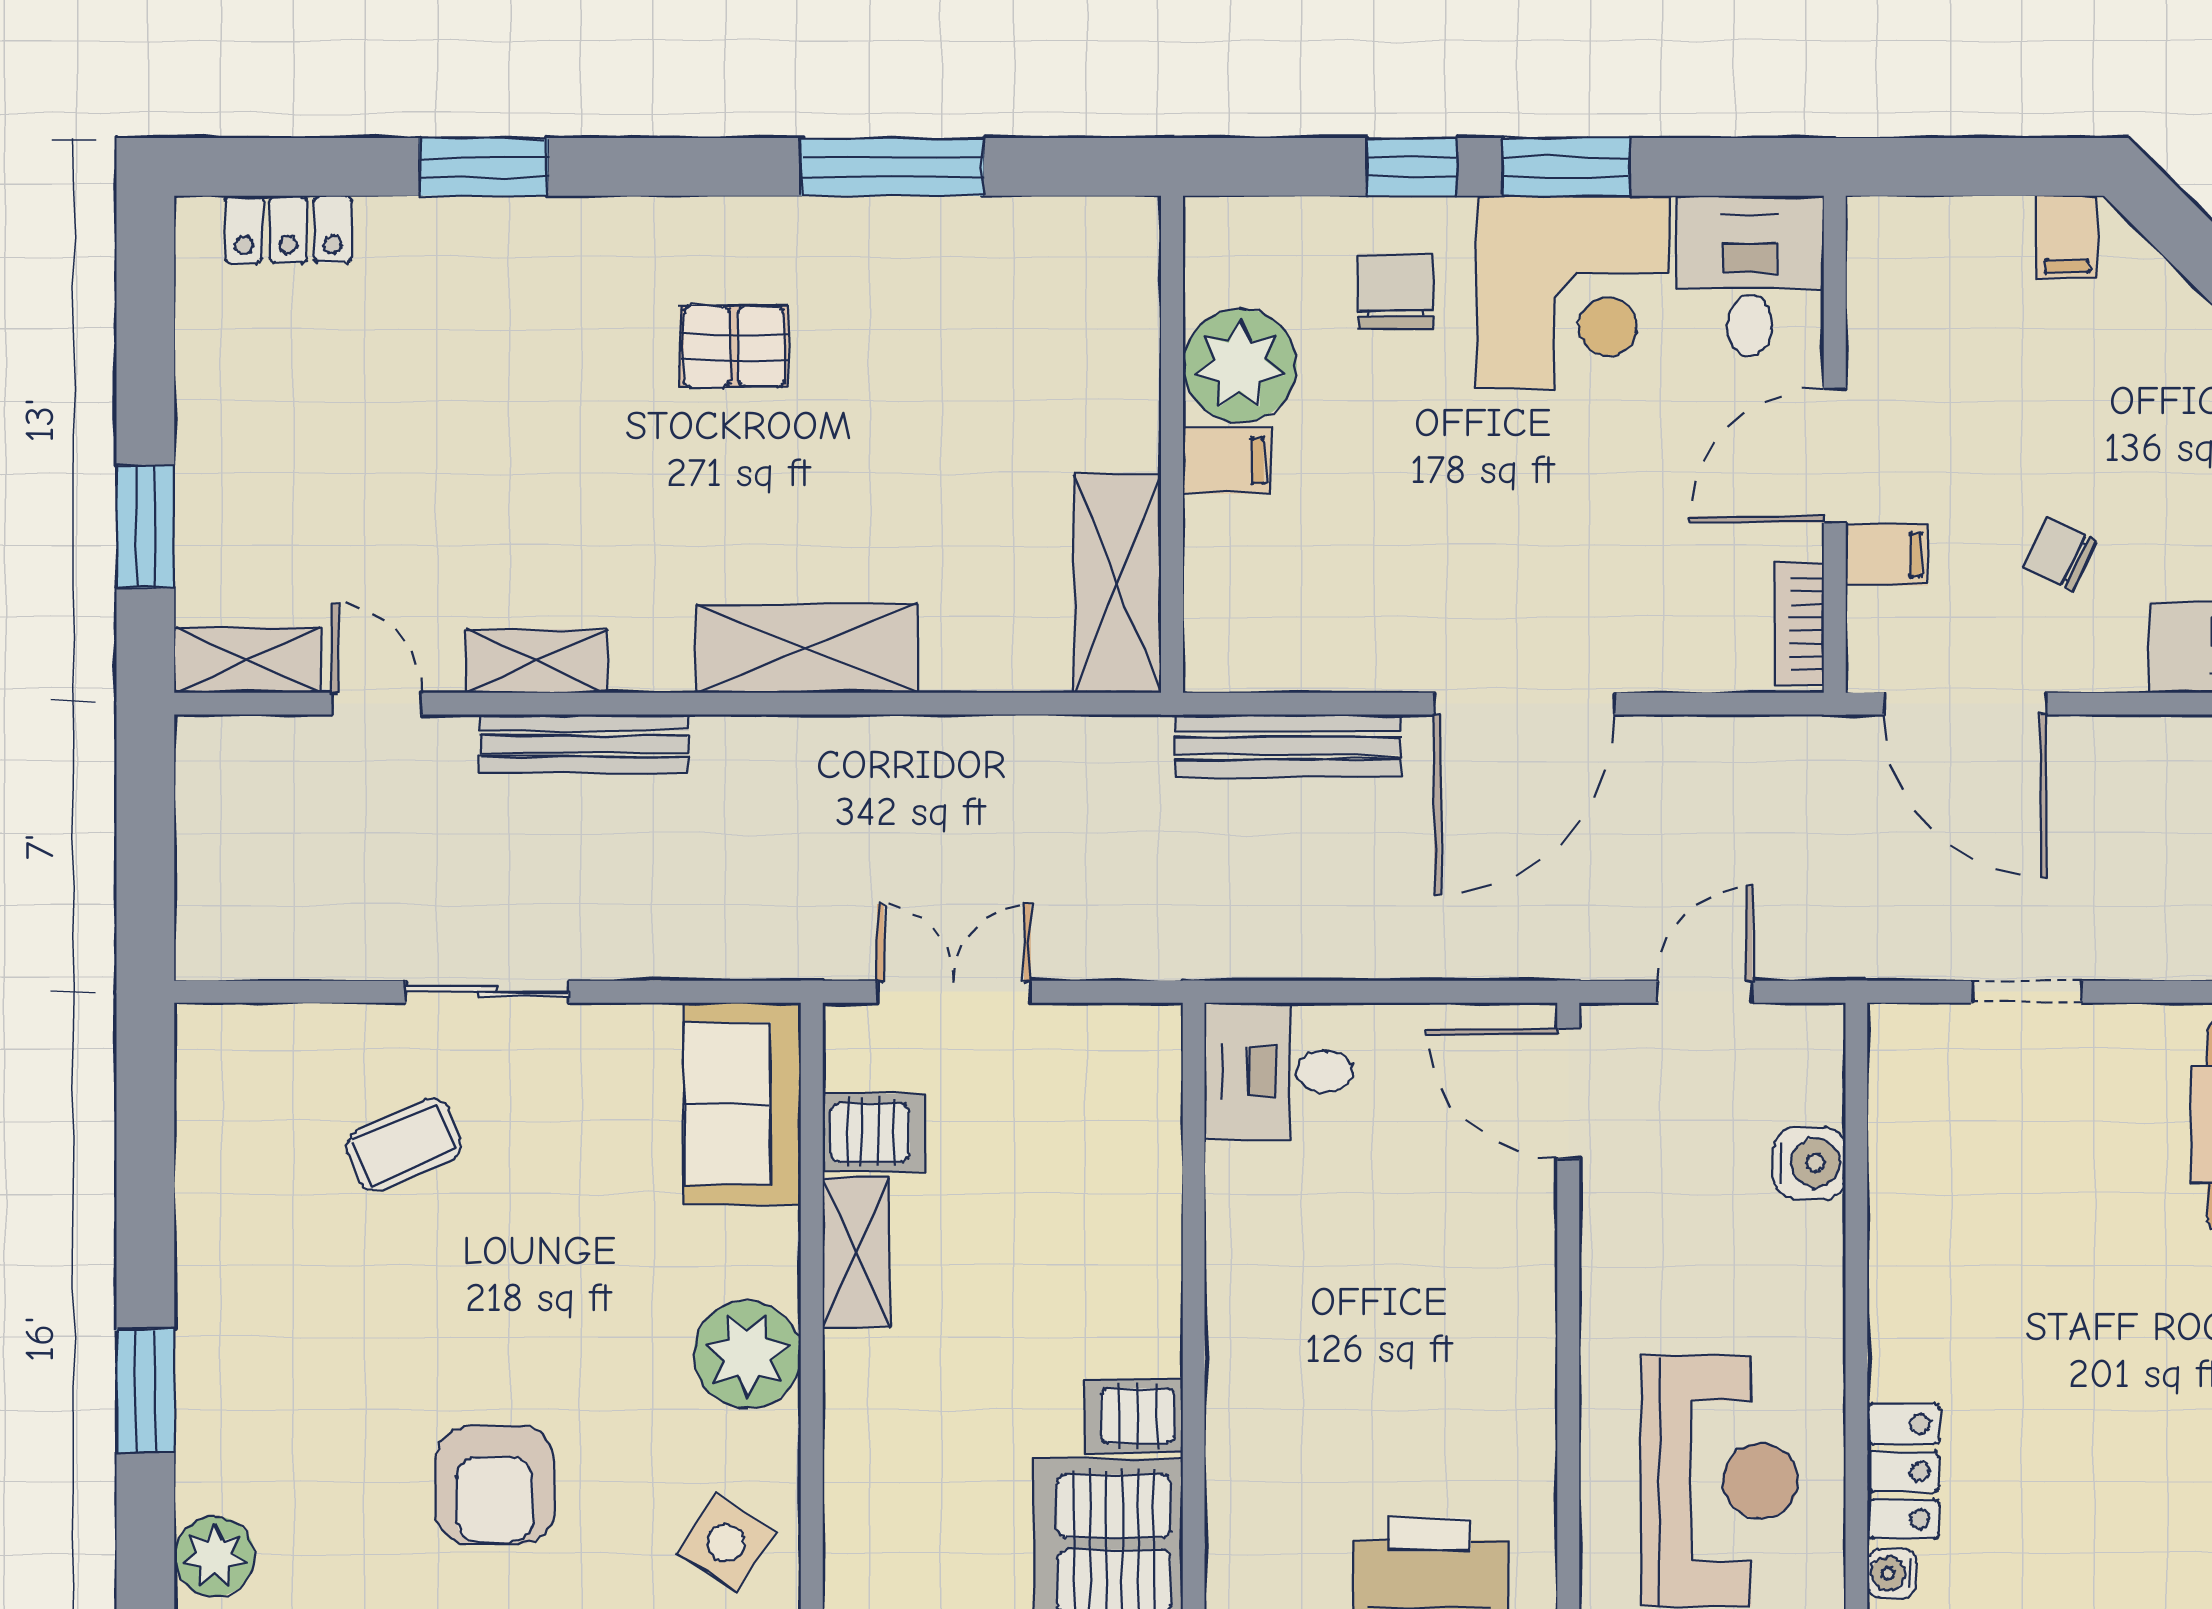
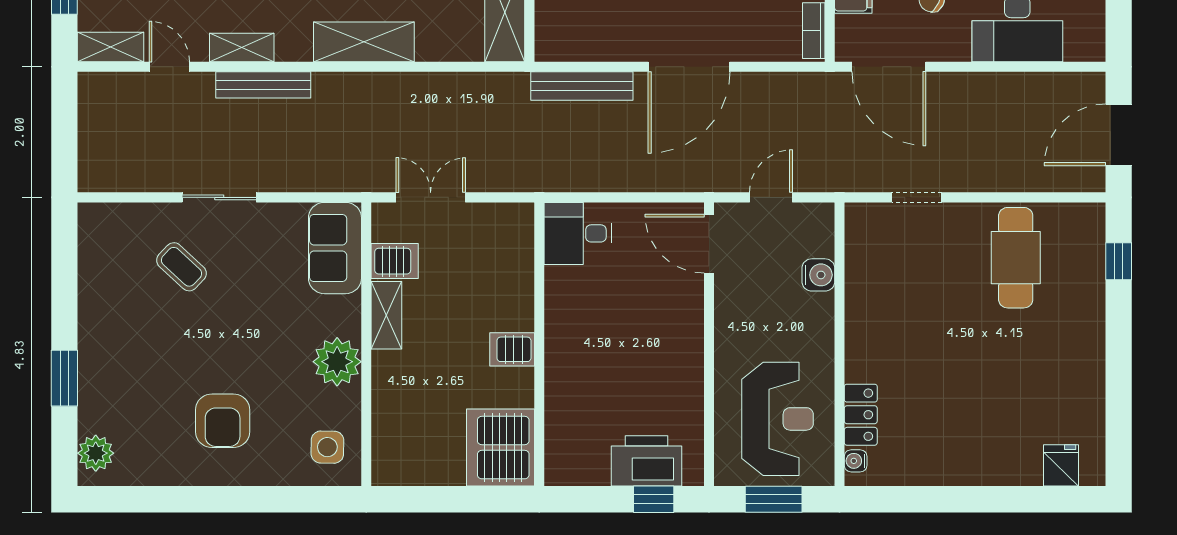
coffee table: (404, 1145) -> (182, 267), turned 67
server rack: (1134, 1416) -> (512, 349), moved
side table: (726, 1543) -> (327, 447), turned -32

